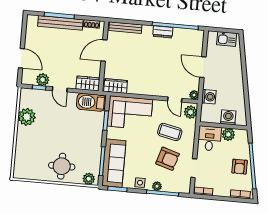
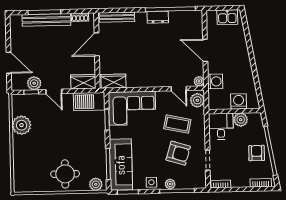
armchair: (240, 167) -> (257, 153), turned 180

